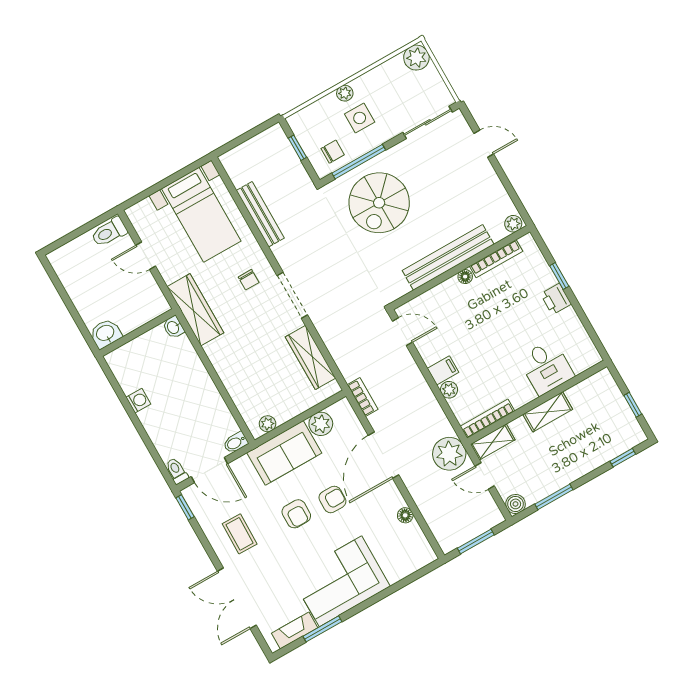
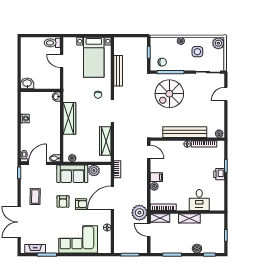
side table: (360, 118) -> (197, 52), moved
door: (484, 144) -> (226, 94), swing flipped
wardrobe: (195, 310) -> (69, 118), moved
door: (209, 470) -> (38, 163), swing flipped
boiler: (516, 504) -> (197, 249), moved
corner sofa: (340, 581) -> (78, 239), moved

